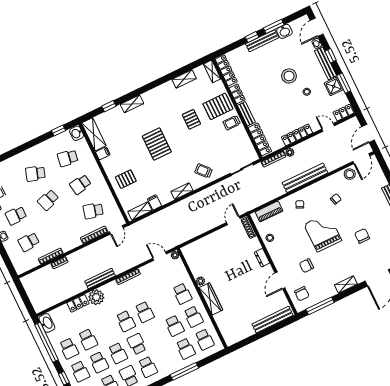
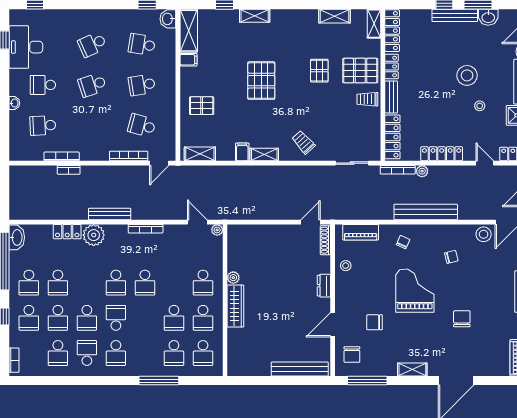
school desk: (35, 174) -> (92, 44), turned -42
filing cabinet: (154, 202) -> (242, 152), moved

